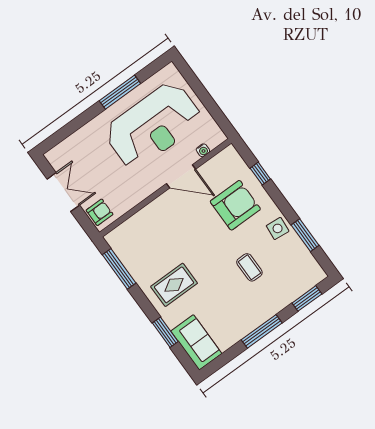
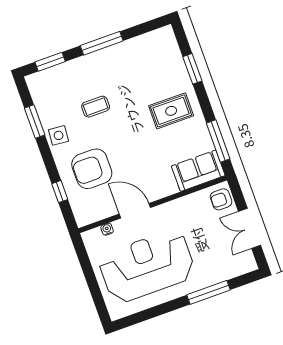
window: (120, 92) -> (208, 292), moved
coffee table: (249, 267) -> (96, 107), turned 90
sofa: (196, 342) -> (198, 171), moved, turned 90

